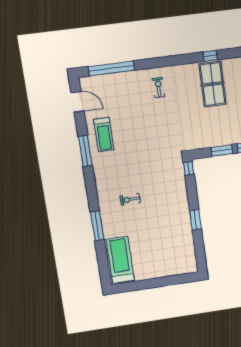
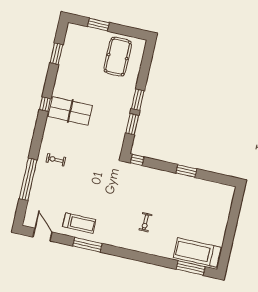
window: (111, 68) -> (28, 179), moved
door: (78, 102) -> (43, 235), hinge flipped
window: (97, 226) -> (191, 268), moved

